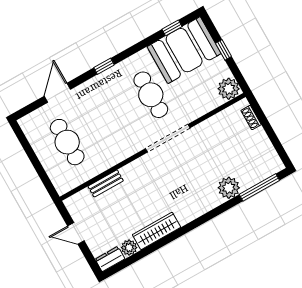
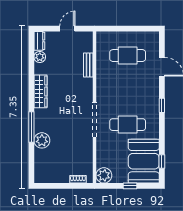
window: (259, 187) -> (31, 127), moved
wardrobe: (157, 231) -> (40, 91), moved

